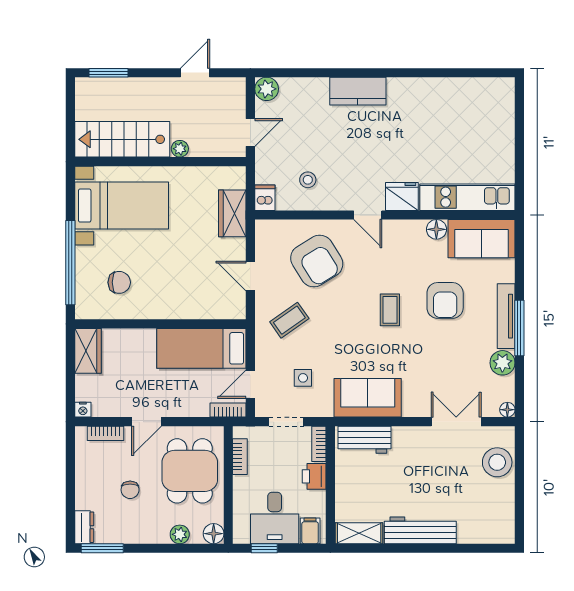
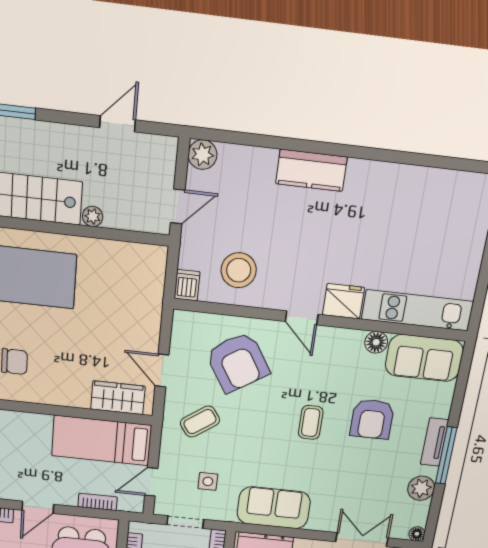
stool: (308, 180) -> (239, 270), width x1.89, depth x1.89
wardrobe: (232, 213) -> (118, 398), moved, turned 90
tv unit: (506, 316) -> (434, 442), width x0.71
bookcase: (228, 410) -> (98, 502), moved

